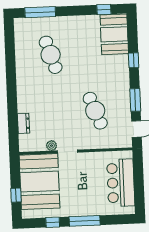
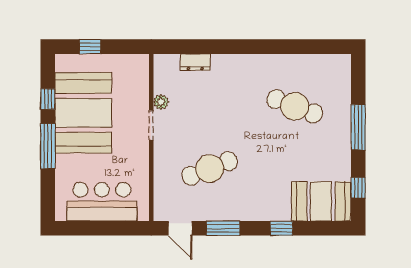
window: (40, 12) -> (358, 127), moved
cafe table: (51, 55) -> (295, 106), turned 39
booth: (39, 182) -> (83, 113), moved, turned 90

